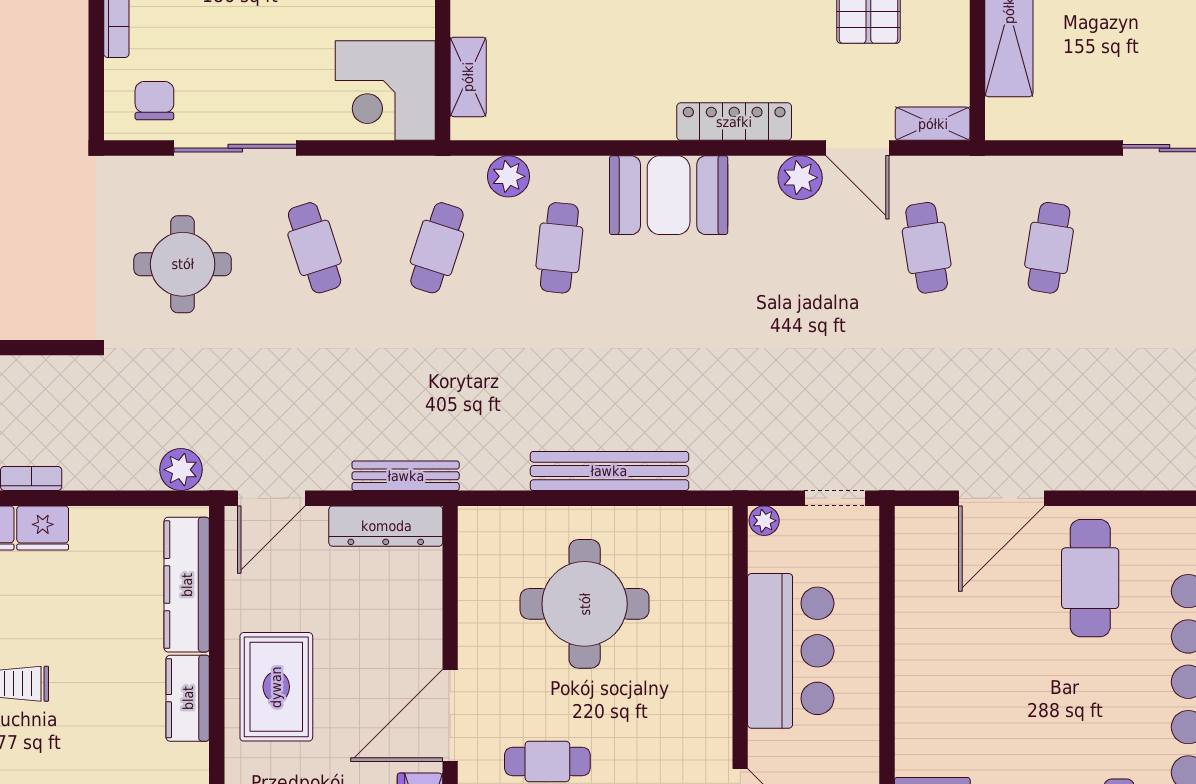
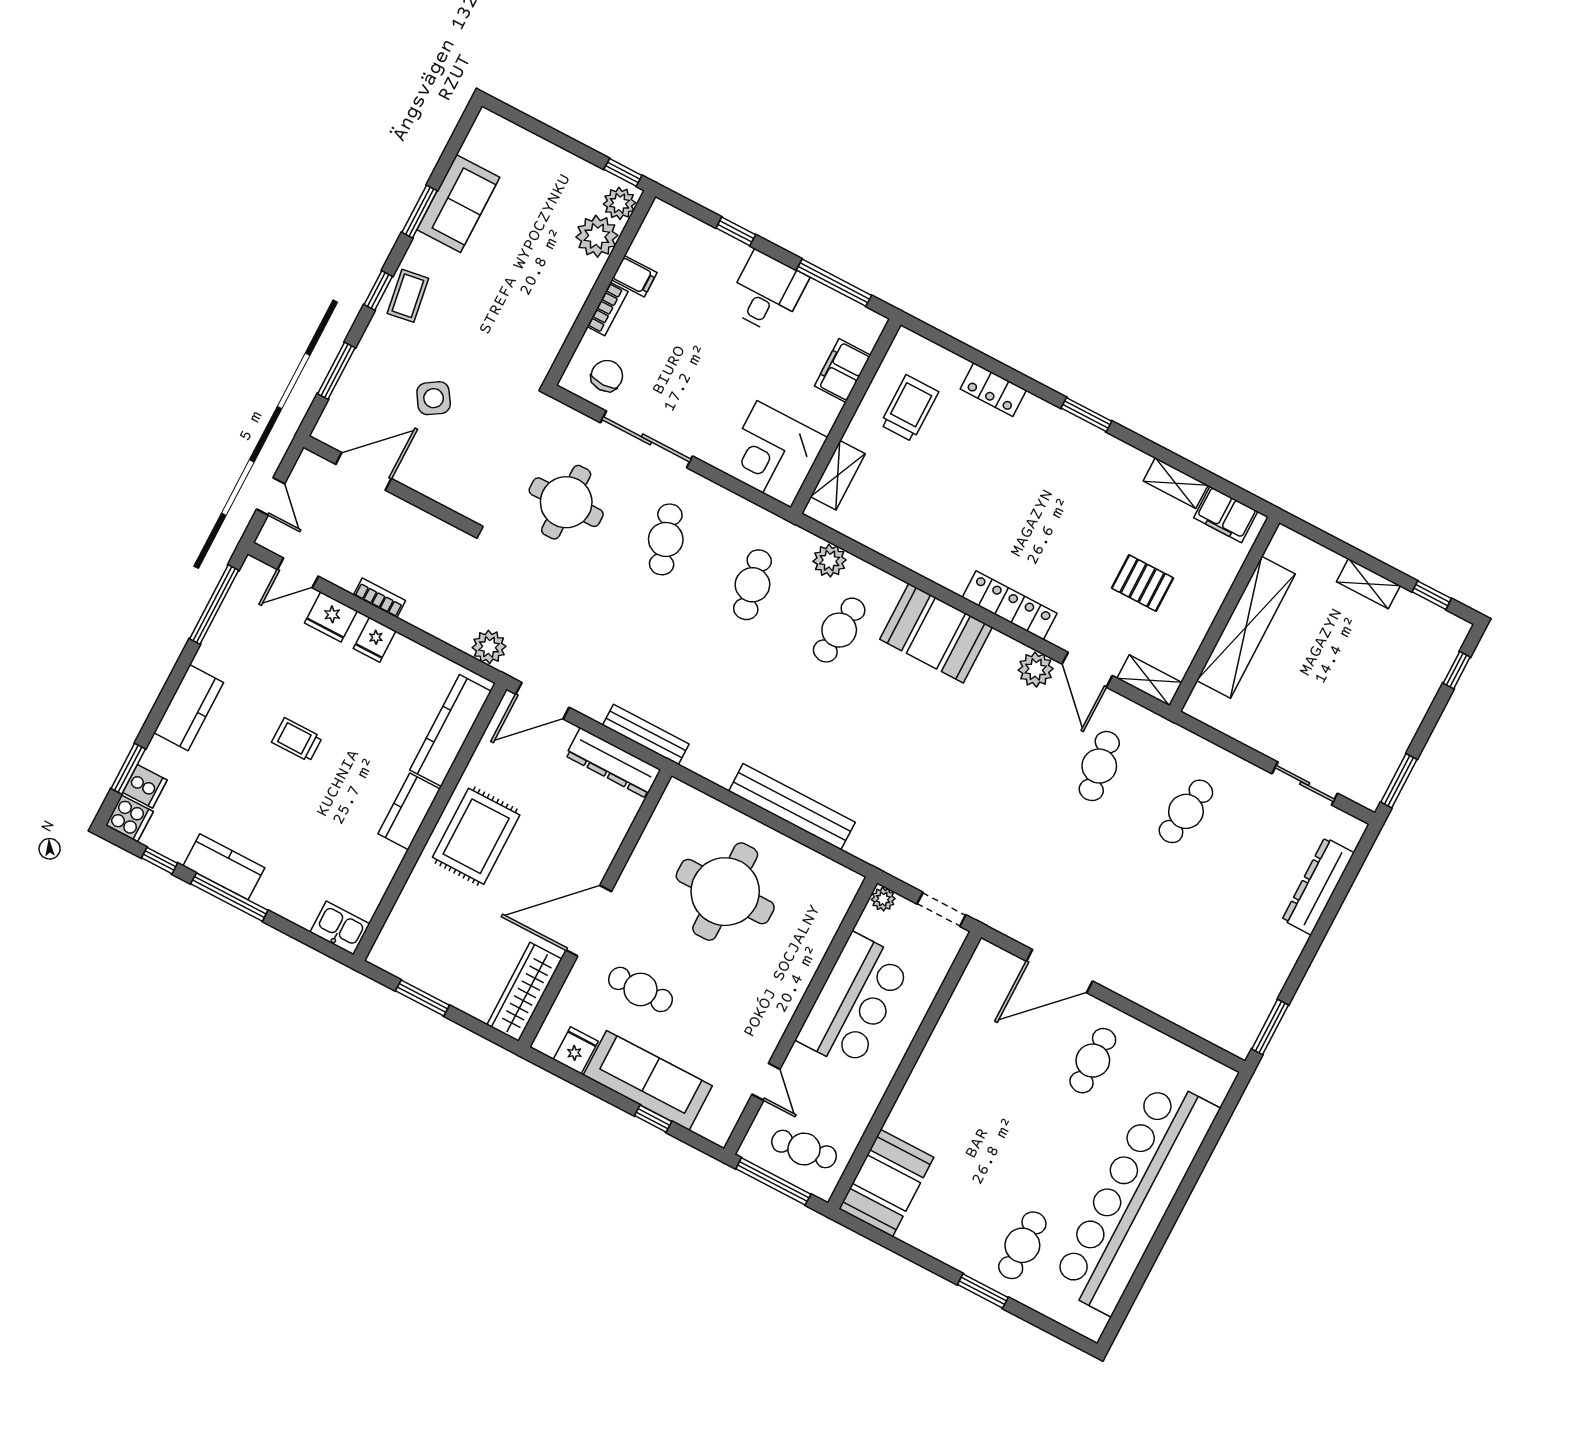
cafe table: (437, 248) -> (752, 585), turned -30
fridge: (43, 528) -> (375, 640), width x0.72
cafe table: (1090, 578) -> (1093, 1061), width x0.73, depth x0.74

